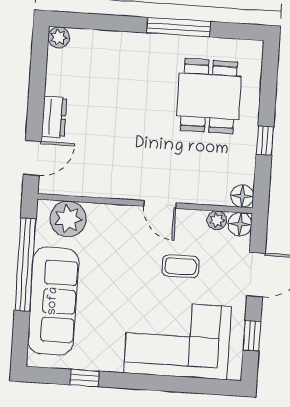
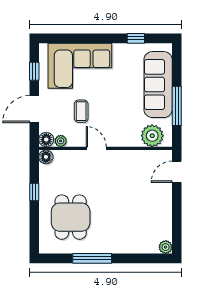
dresser: (54, 117) -> (165, 198), removed
window: (25, 265) -> (177, 106), width x0.68
coffee table: (181, 266) -> (81, 111), turned 90

